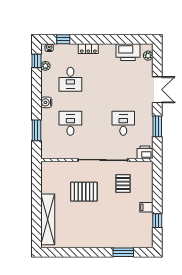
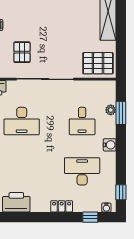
plant: (45, 66) -> (111, 110), moved
desk: (70, 79) -> (82, 171), width x1.37
desk: (123, 123) -> (22, 121), width x1.37
pallet: (84, 192) -> (98, 63), moved

